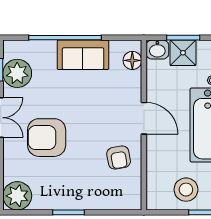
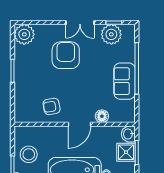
floor lamp: (132, 60) -> (102, 116), moved

